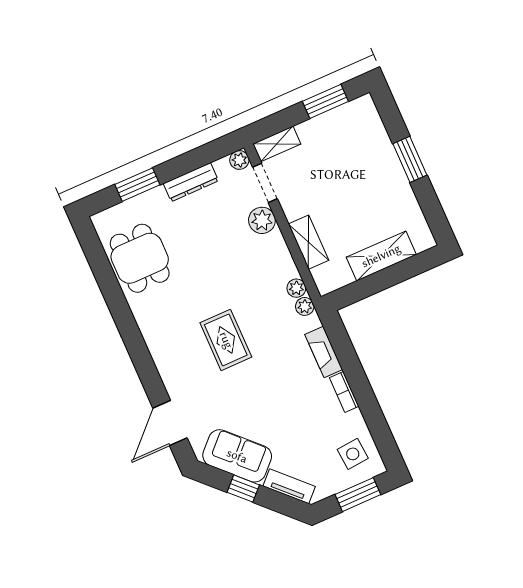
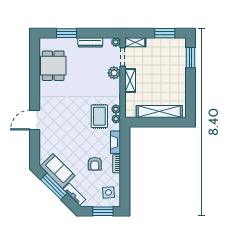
window: (410, 159) -> (190, 58), moved
shelving: (309, 242) -> (130, 81), moved
shelving: (381, 256) -> (159, 112), width x1.47
rug: (226, 340) -> (99, 116), moved
armchair: (302, 411) -> (95, 164), added
door: (170, 423) -> (35, 120), moved
window: (243, 489) -> (54, 186), width x2.17

